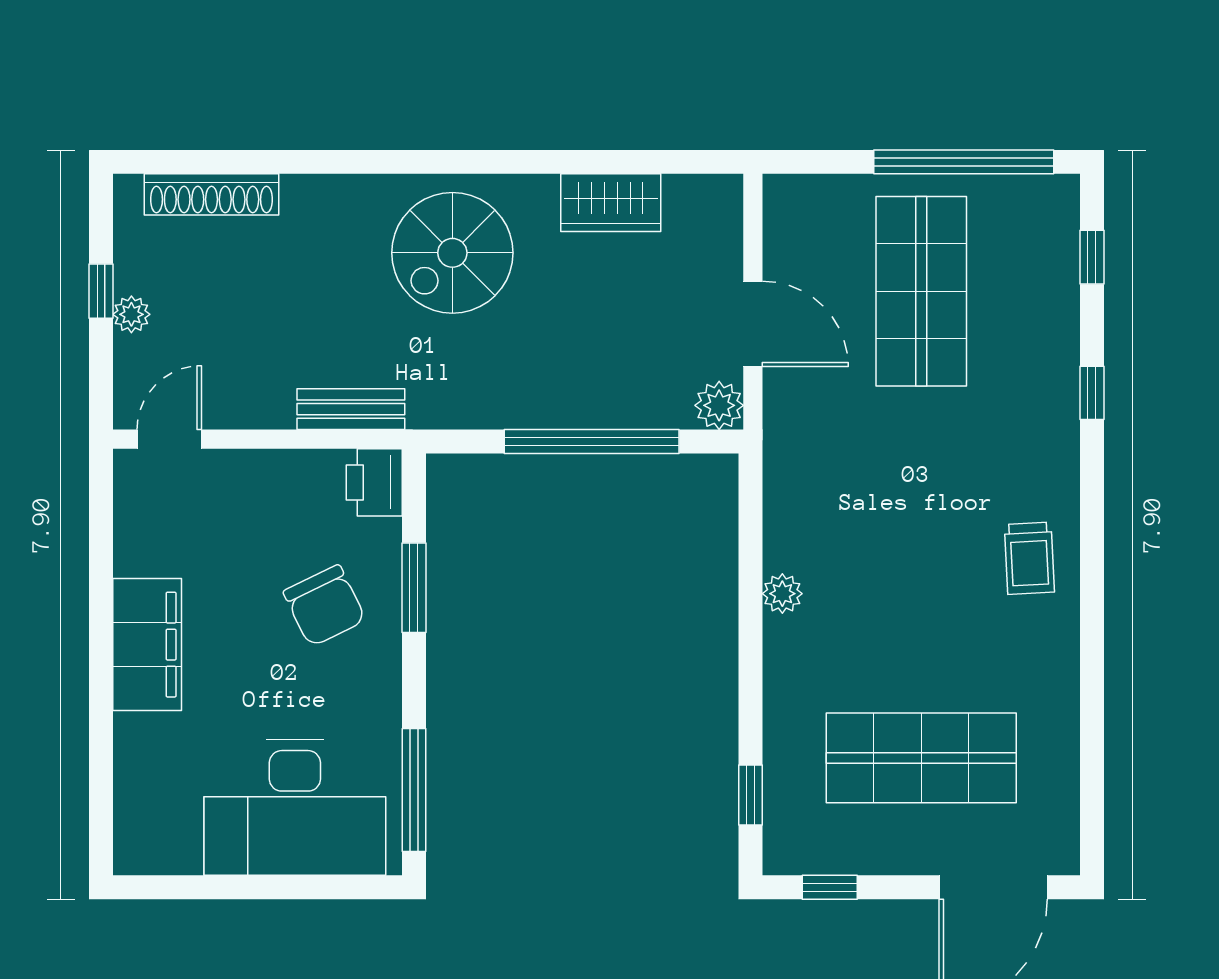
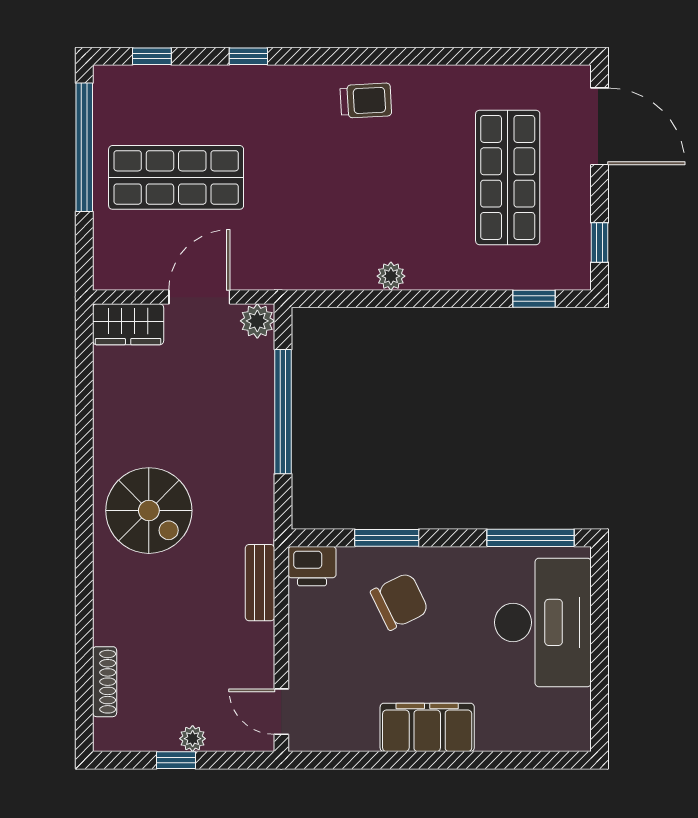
shoe rack: (212, 194) -> (105, 682), width x0.74, depth x0.81
wardrobe: (611, 203) -> (128, 324), moved, turned 90

